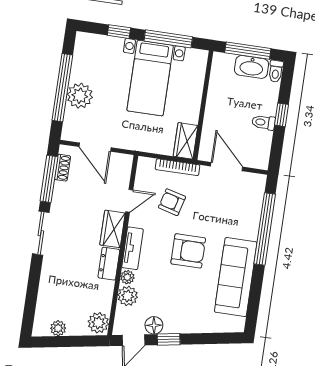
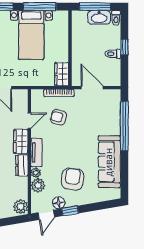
armchair: (188, 251) -> (73, 179), moved, turned -83

